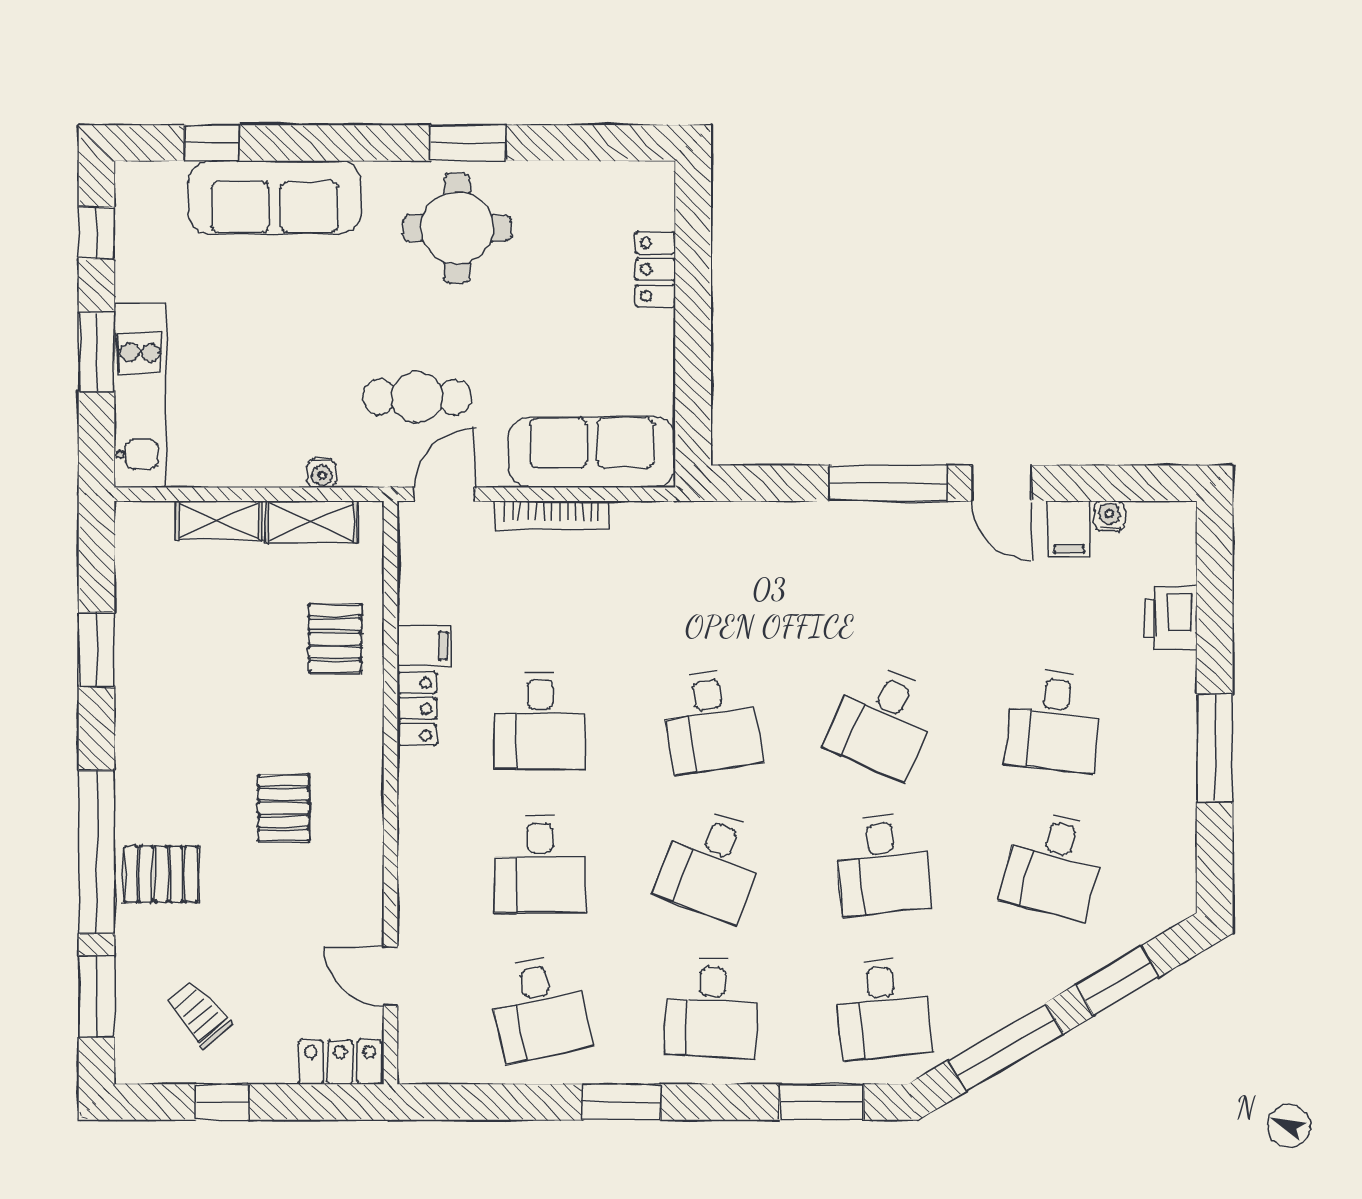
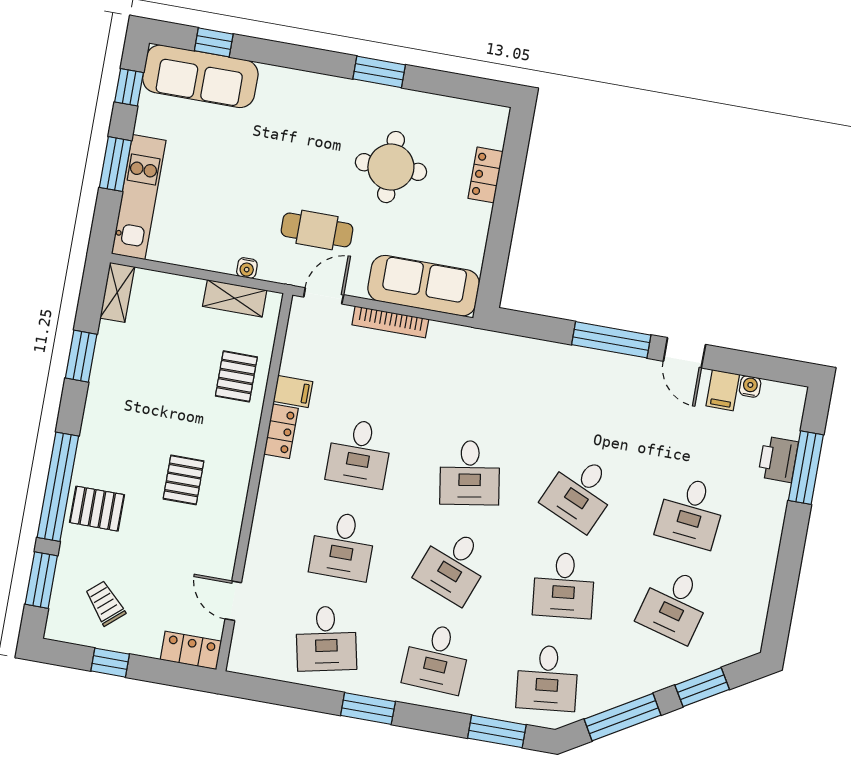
sofa: (275, 197) -> (200, 76), moved
round table: (457, 228) -> (391, 167), moved
shelving: (219, 520) -> (117, 292), moved, turned 90
window: (1215, 748) -> (806, 468), moved

